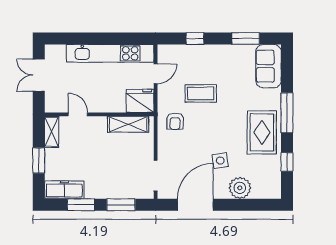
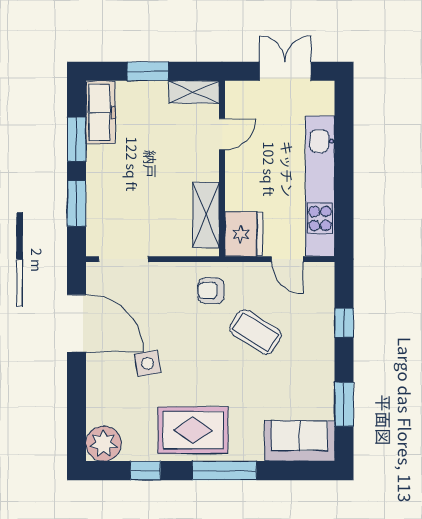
coffee table: (201, 93) -> (256, 332), turned -58
plant: (240, 188) -> (104, 444), moved

